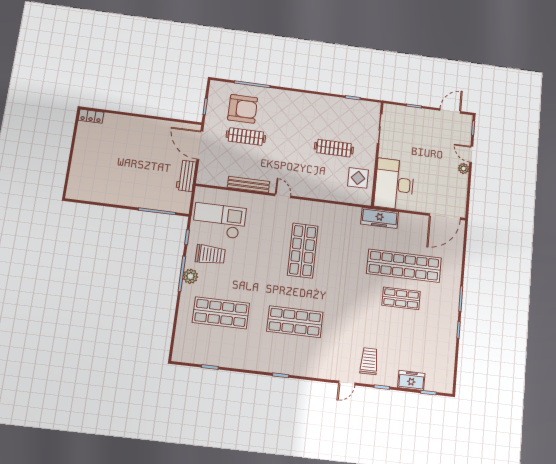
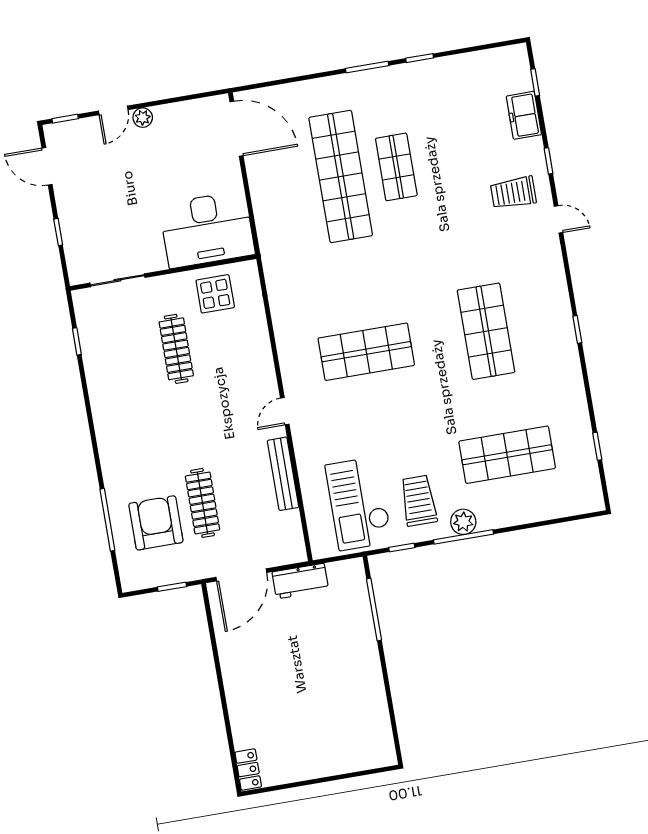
freezer: (380, 218) -> (273, 239), removed
shop shelf: (221, 313) -> (507, 455), turned 90

